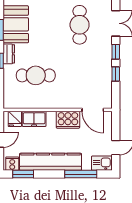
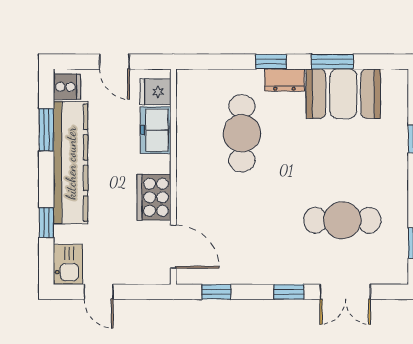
window: (116, 74) -> (216, 292), moved
door: (93, 110) -> (173, 247), swing flipped
window: (23, 174) -> (46, 130), moved
window: (81, 174) -> (46, 223), width x0.46

